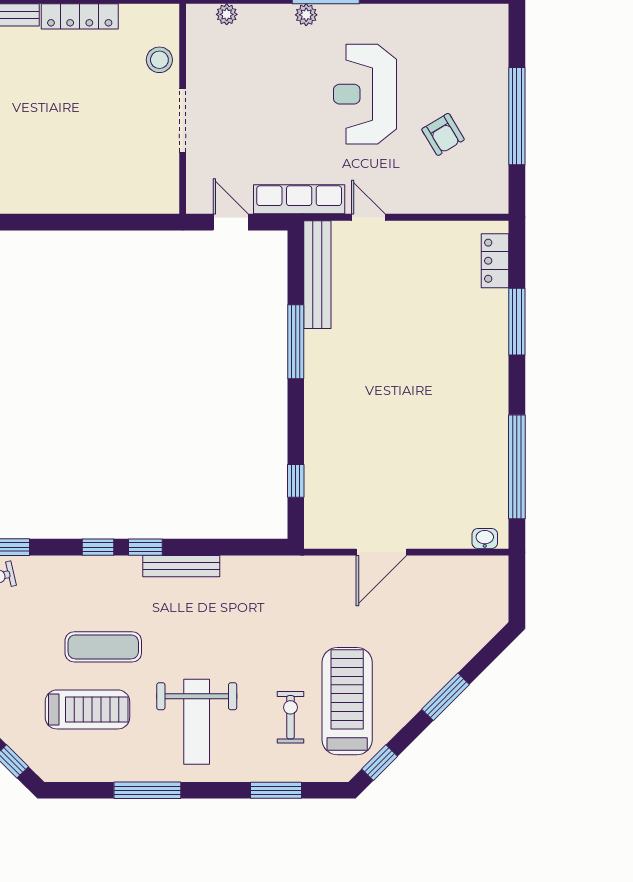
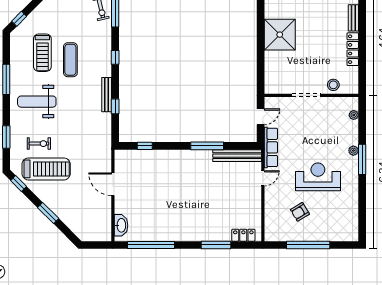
shower: (47, 179) -> (280, 35), added
washbasin: (485, 539) -> (121, 225), width x1.91, depth x1.45
window: (145, 547) -> (115, 106), moved

